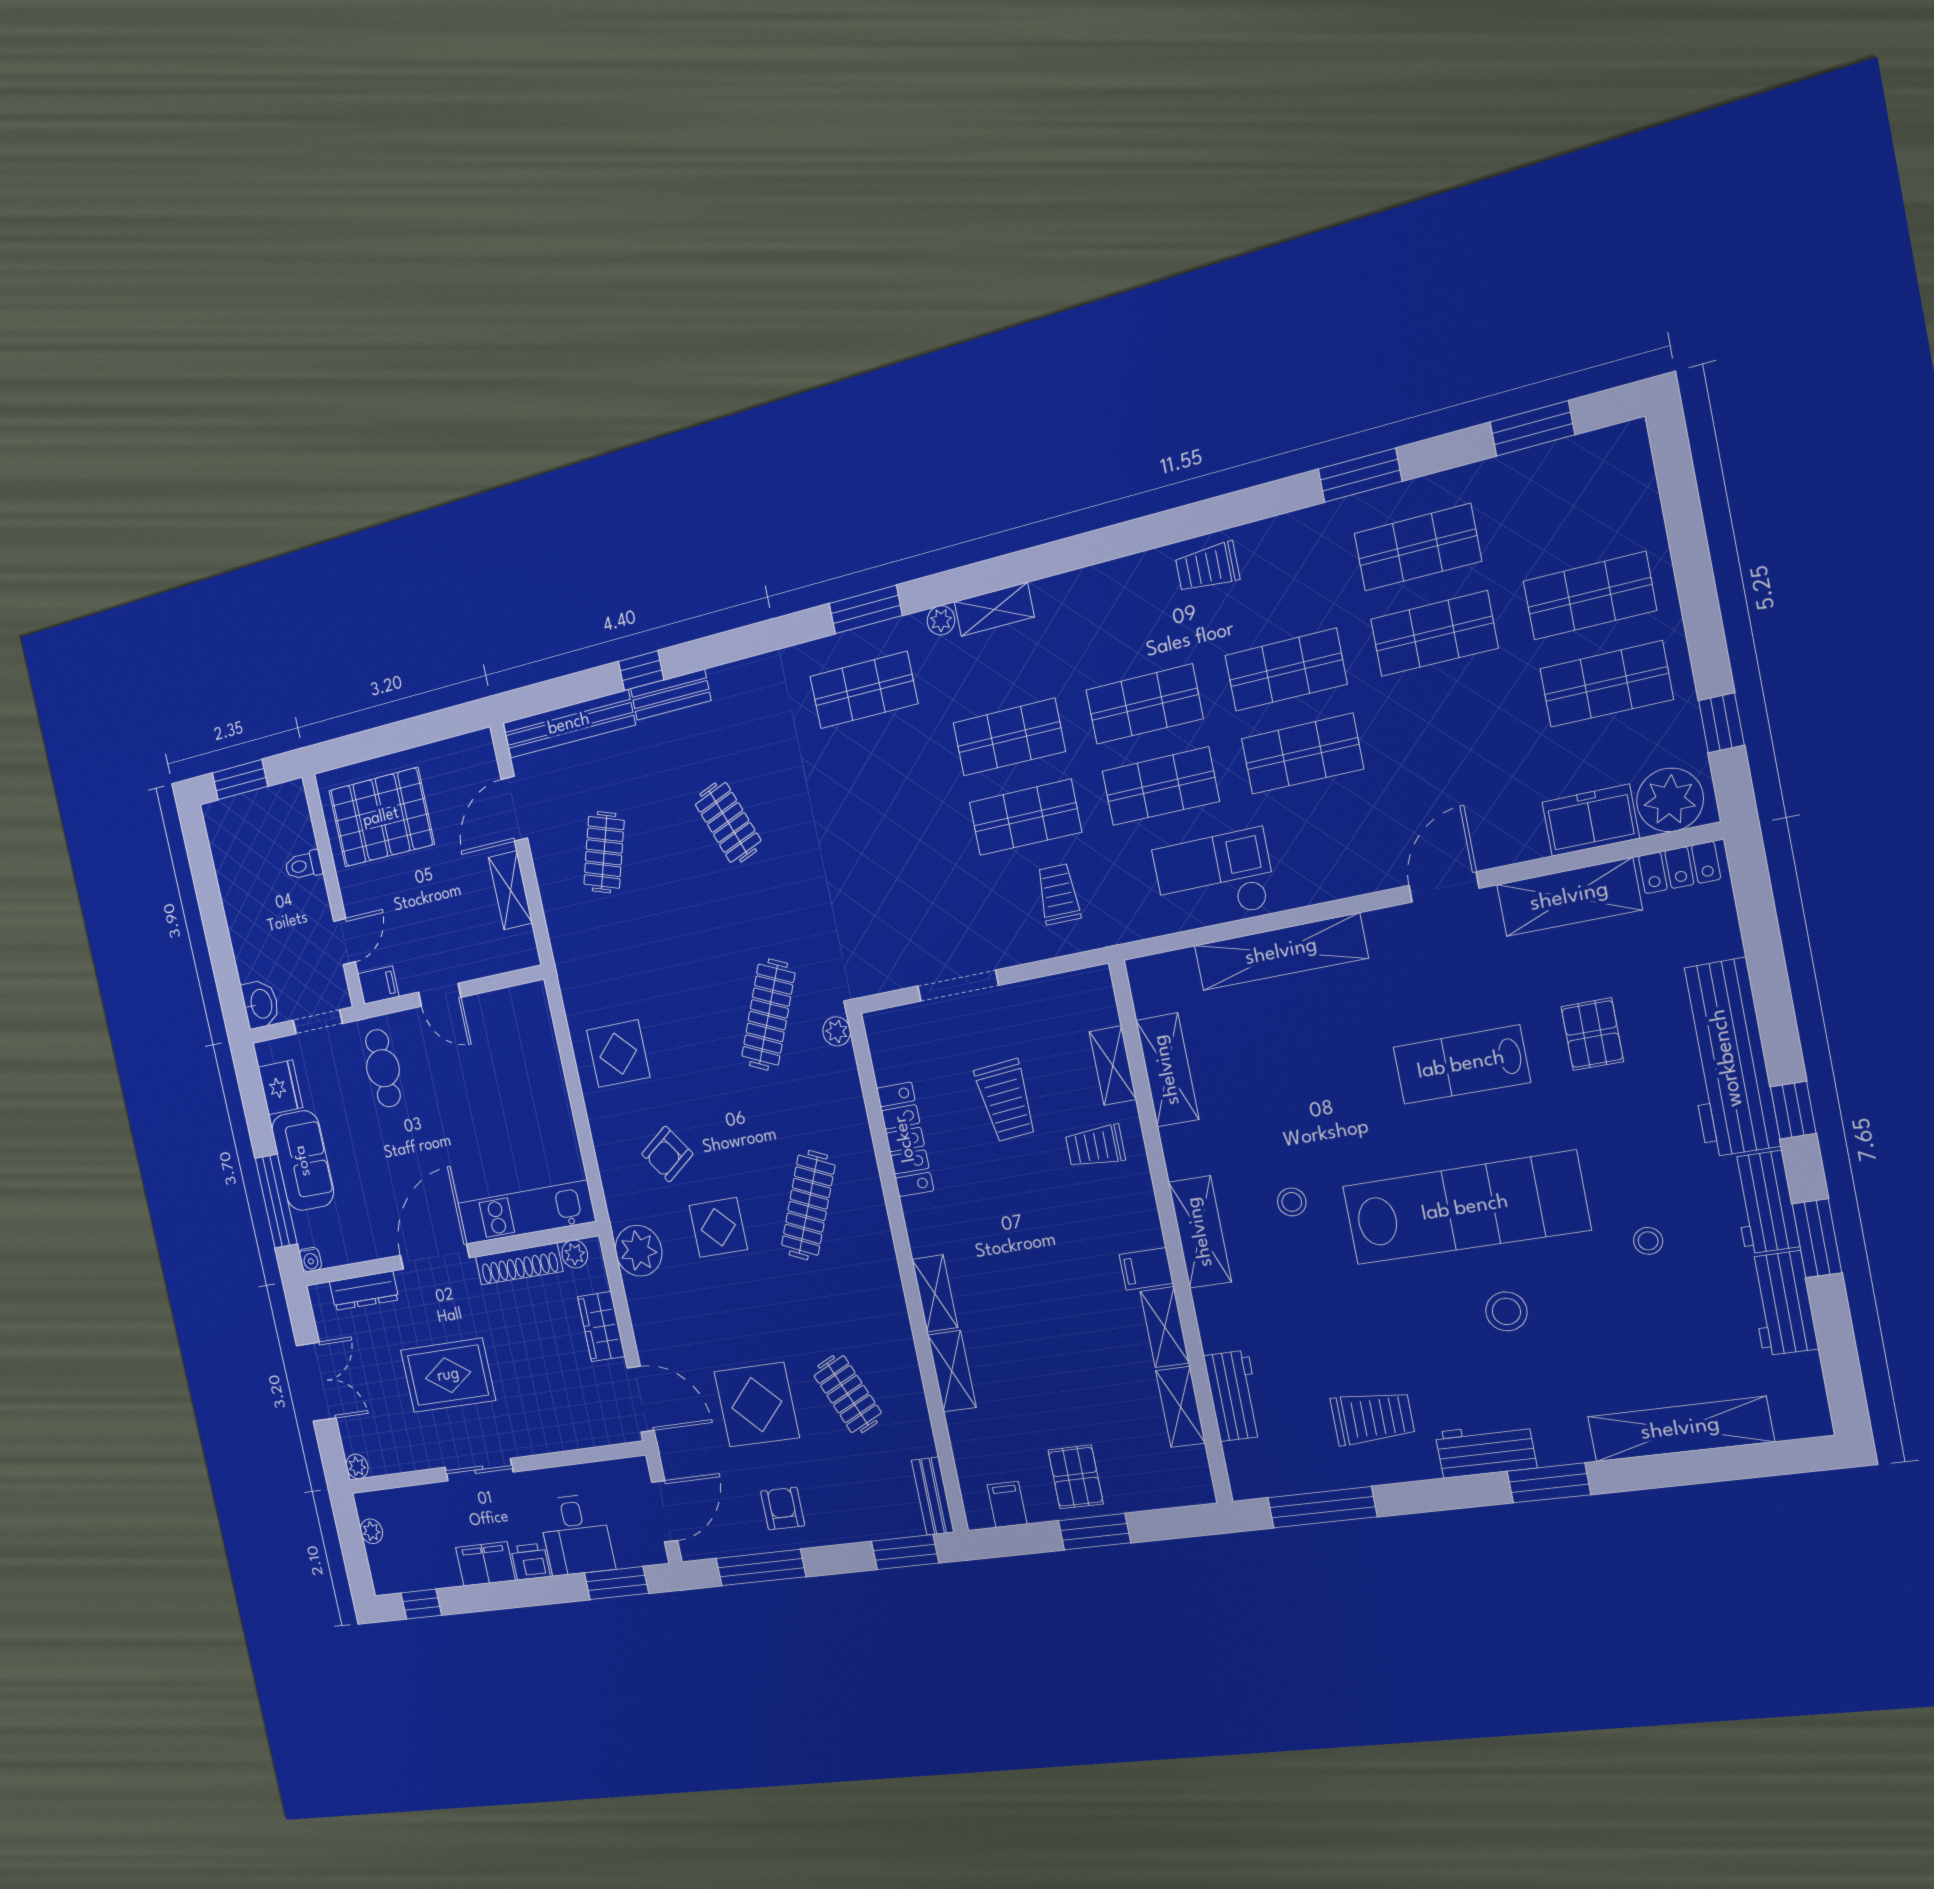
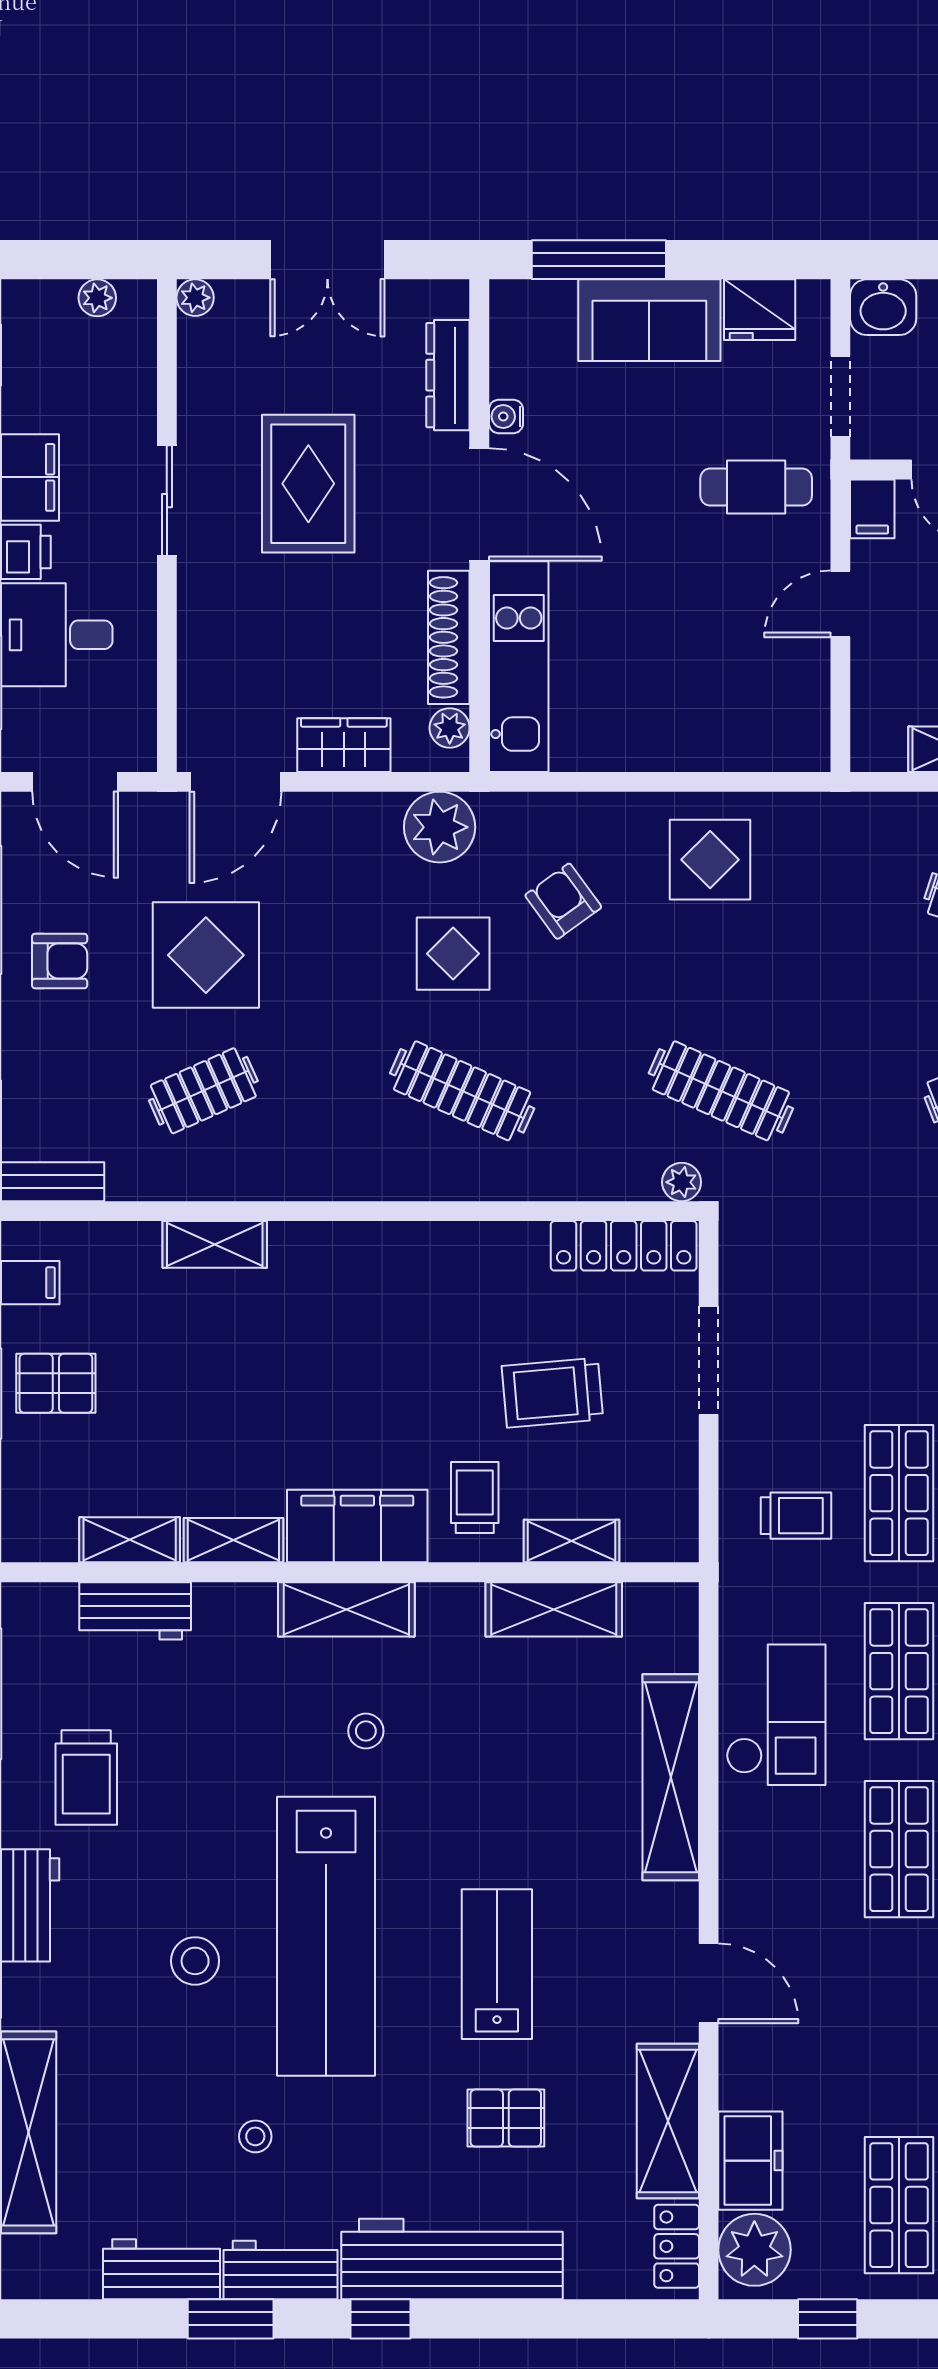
locker: (905, 1139) -> (624, 1246), moved
water cooler: (310, 1259) -> (506, 416), moved
filing cabinet: (1146, 1269) -> (357, 1526), width x3.00, depth x1.17
shelving: (935, 1293) -> (320, 1243), removed

